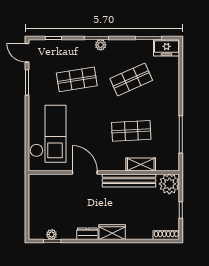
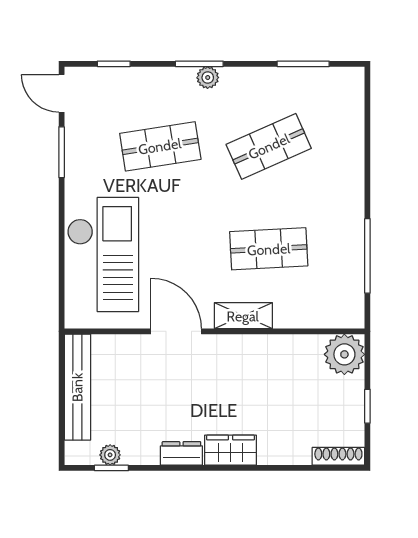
freezer: (167, 48) -> (339, 83), removed
shelving: (141, 164) -> (243, 316), moved
bench: (129, 180) -> (77, 387), moved, turned 90

